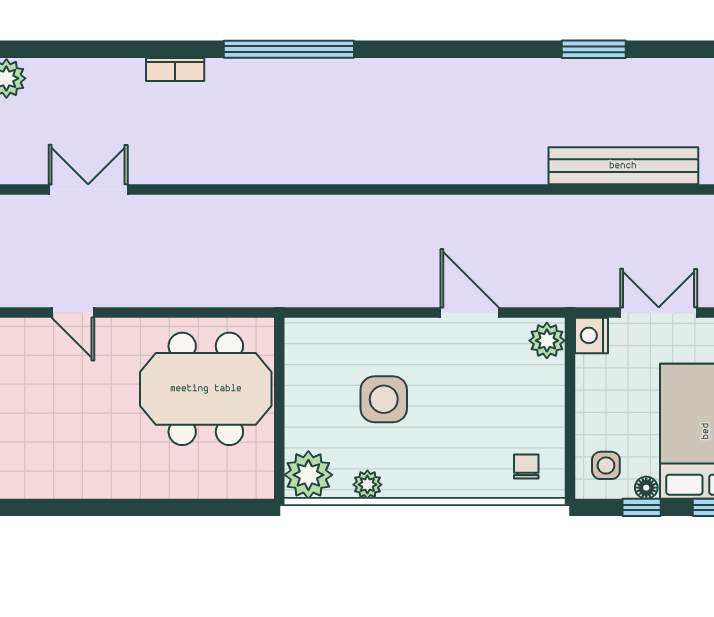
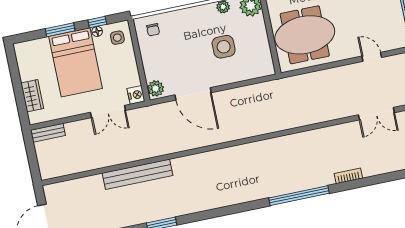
door: (469, 313) -> (193, 94), width x1.36

